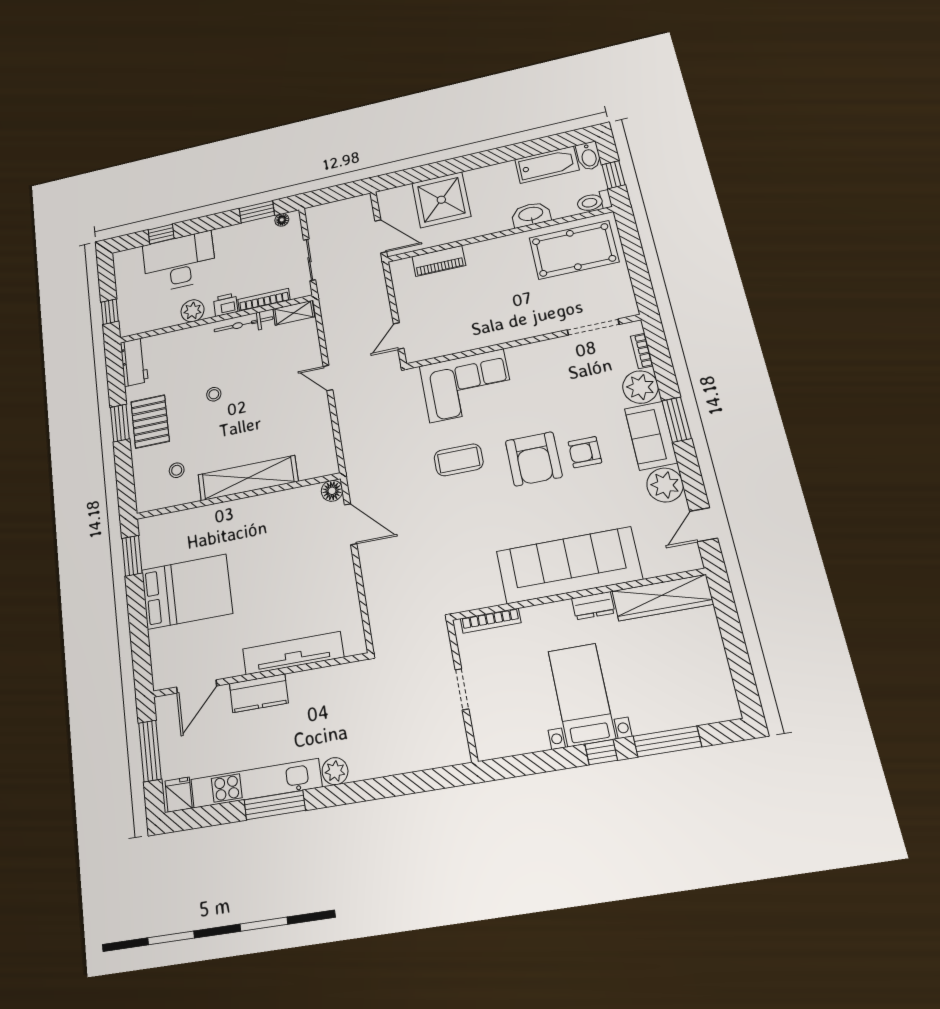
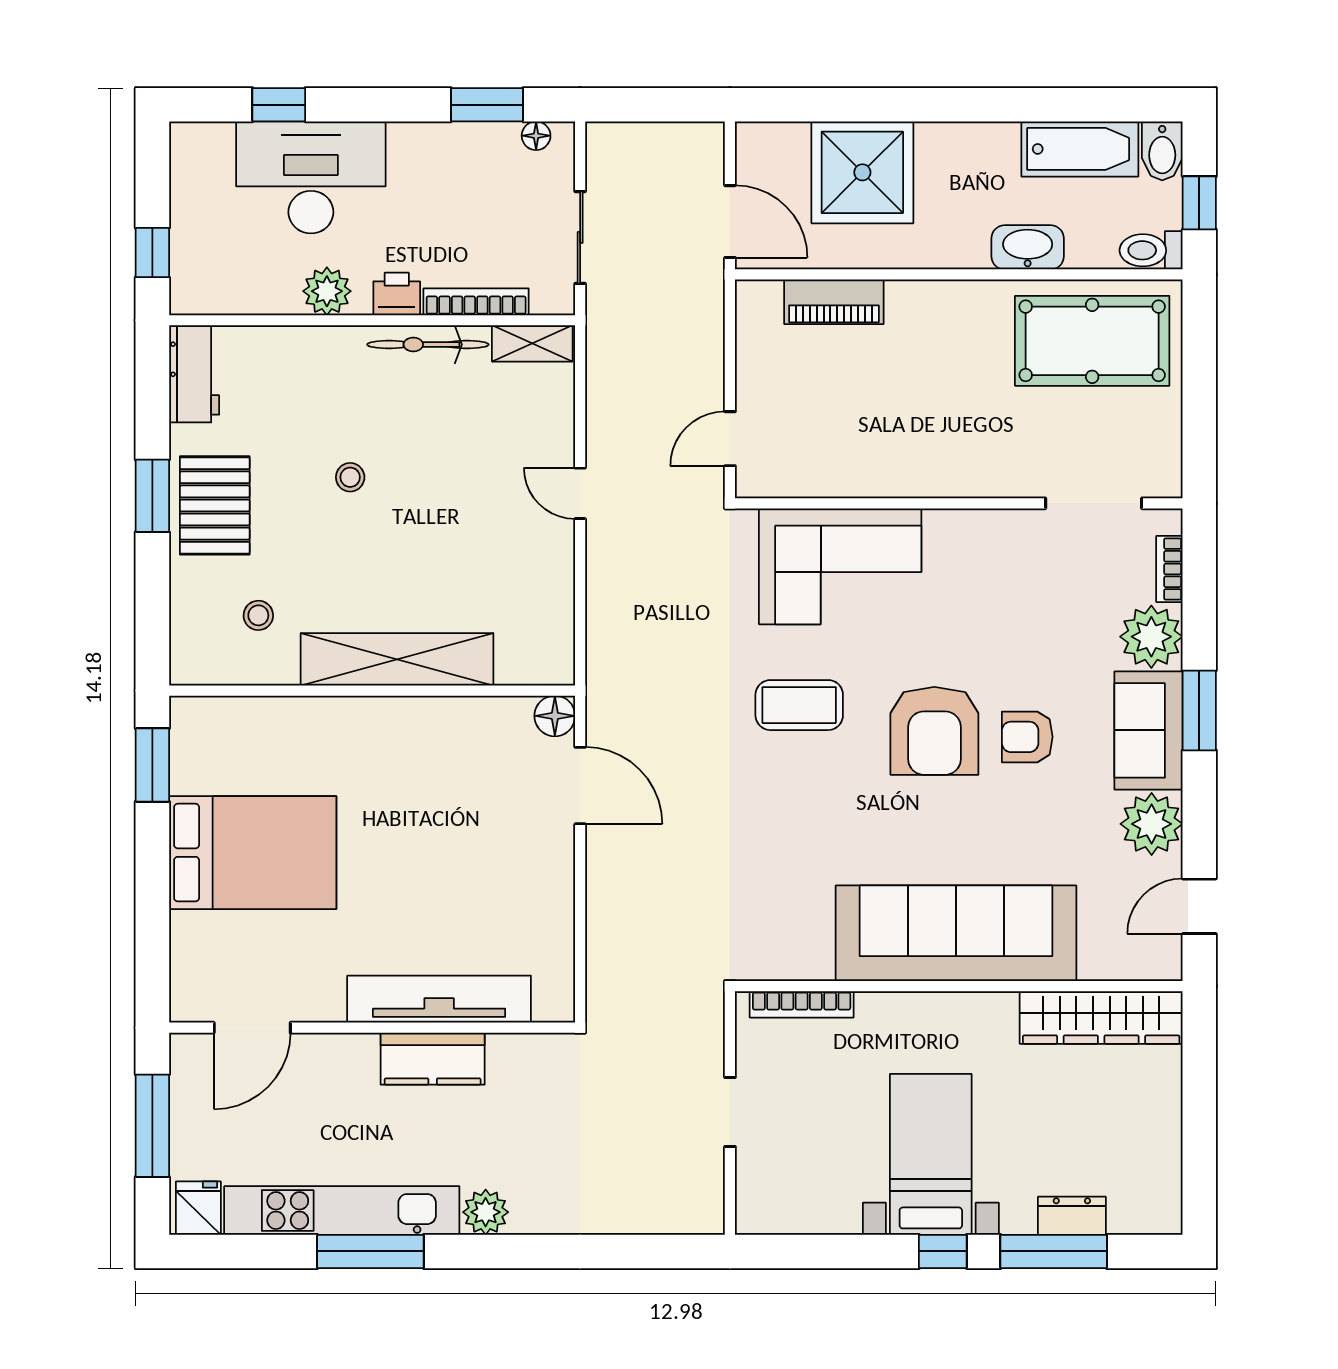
dresser: (593, 606) -> (1072, 1216), moved, turned 180
kitchen counter: (259, 693) -> (433, 1059), moved

